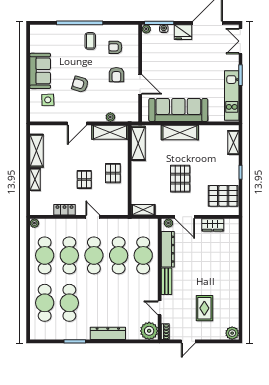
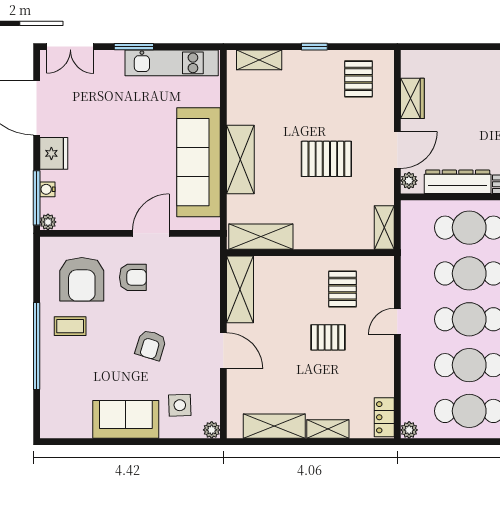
armchair: (115, 47) -> (82, 279), width x1.88, depth x1.88
plant: (110, 117) -> (212, 430), moved
pallet: (113, 173) -> (342, 289), moved, turned 90
pallet: (223, 196) -> (358, 79), width x0.67, depth x0.71
locker: (64, 210) -> (384, 417), moved

